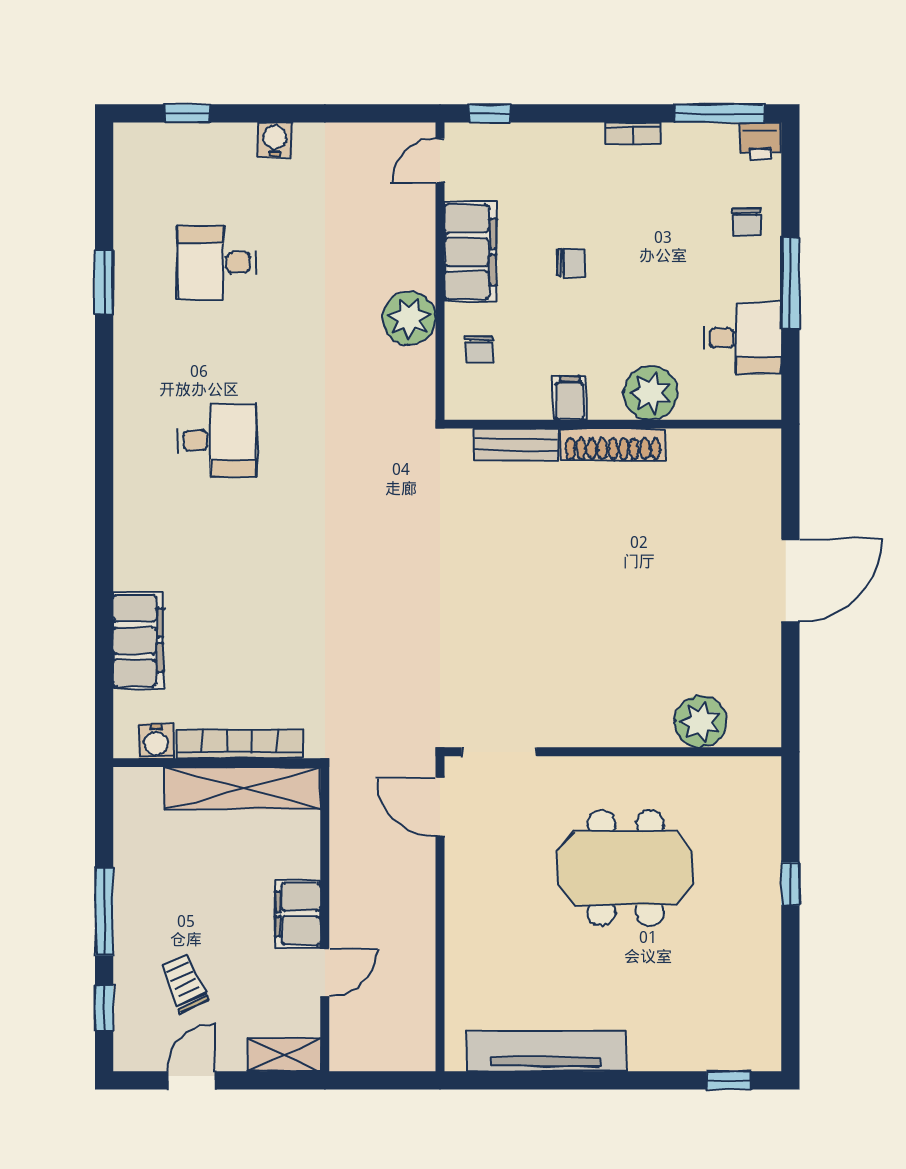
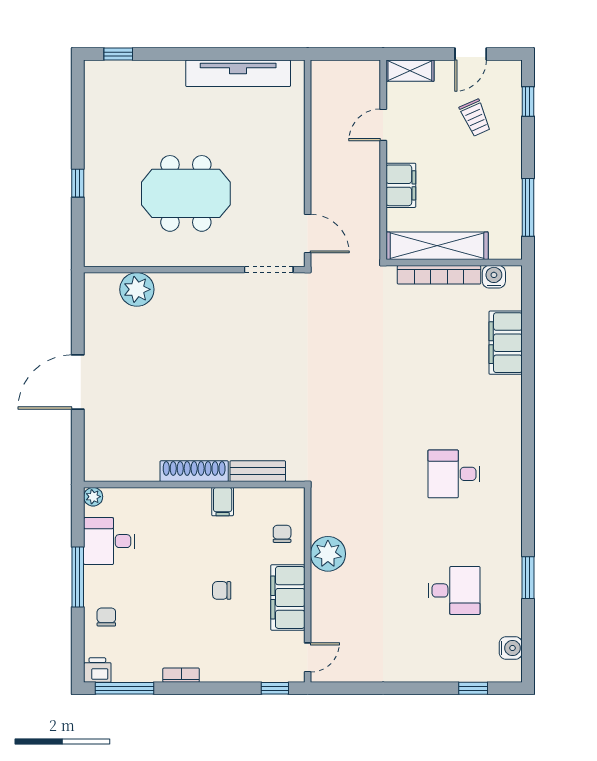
water cooler: (275, 140) -> (511, 648), moved, turned -90
plant: (651, 393) -> (93, 497), moved, width x0.53, depth x0.53
window: (104, 911) -> (528, 207), moved
filing cabinet: (298, 914) -> (401, 185), moved

